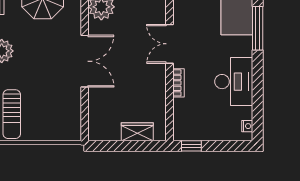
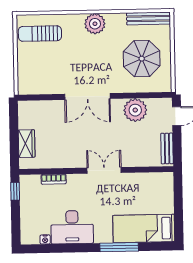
bookcase: (179, 83) -> (54, 179), moved
nightstand: (247, 126) -> (45, 239), moved

